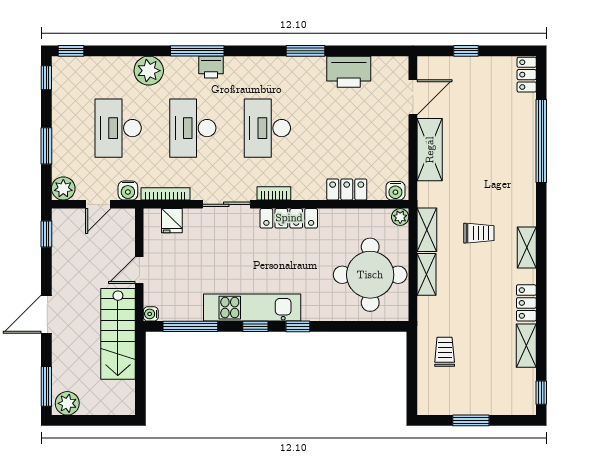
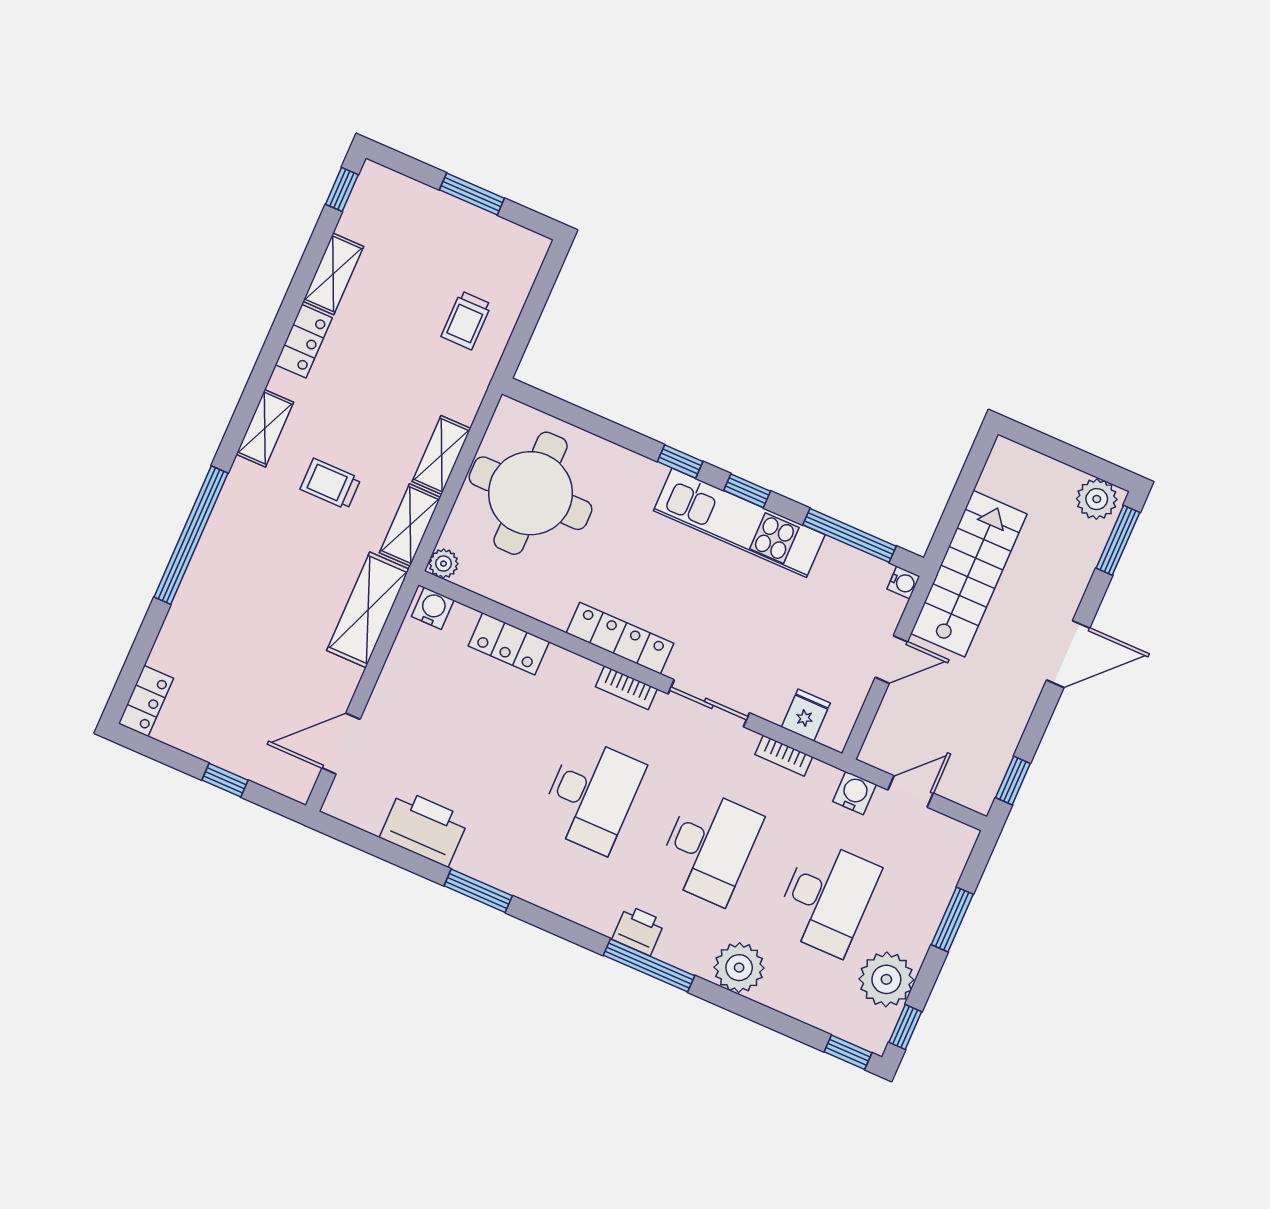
window: (541, 141) -> (191, 535), moved
shelving: (430, 150) -> (368, 610), moved
plant: (63, 188) -> (886, 979), moved, width x1.36, depth x1.36
bookcase: (165, 194) -> (784, 756), width x0.64

